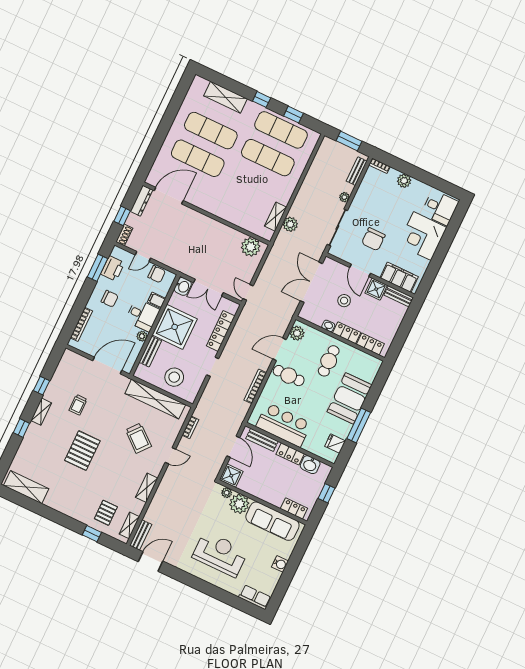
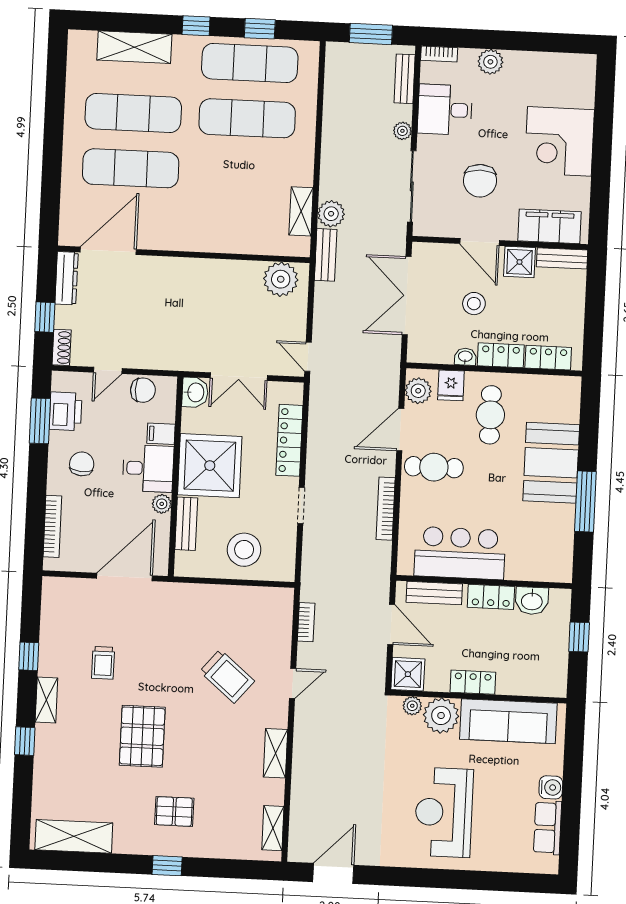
desk: (440, 208) -> (445, 110), moved, turned 180
chair: (110, 299) -> (82, 464), turned -86
shelving: (155, 399) -> (228, 599), removed
fridge: (335, 444) -> (451, 385), moved, turned -90
locker: (294, 508) -> (473, 682), moved
pallet: (106, 513) -> (174, 811), moved, turned 90
window: (92, 534) -> (167, 866), moved
bench: (141, 535) -> (326, 255), moved
reception desk: (220, 554) -> (444, 812), turned -90
row of seats: (255, 597) -> (548, 828), moved, turned -90

